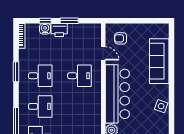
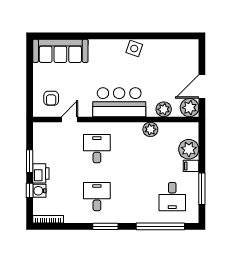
sofa: (159, 61) -> (60, 51), moved
window: (16, 72) -> (105, 226), moved
bar counter: (117, 94) -> (119, 102), width x0.73
desk: (40, 106) -> (135, 197), removed
plant: (95, 119) -> (150, 129), added

